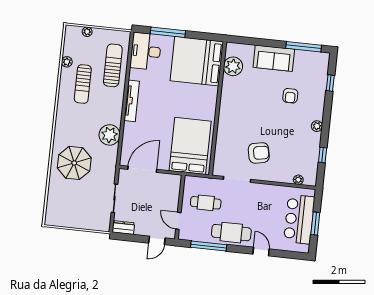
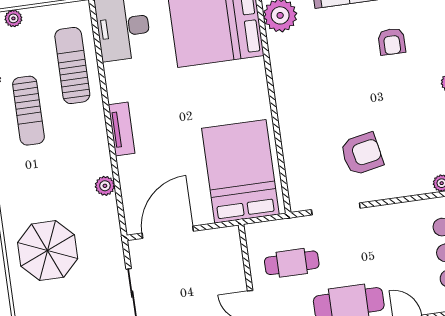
tv unit: (132, 101) -> (122, 129), width x0.71
plant: (109, 135) -> (105, 186), width x0.53, depth x0.53

